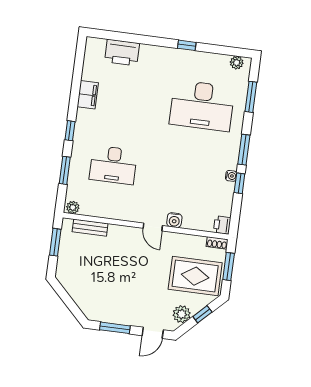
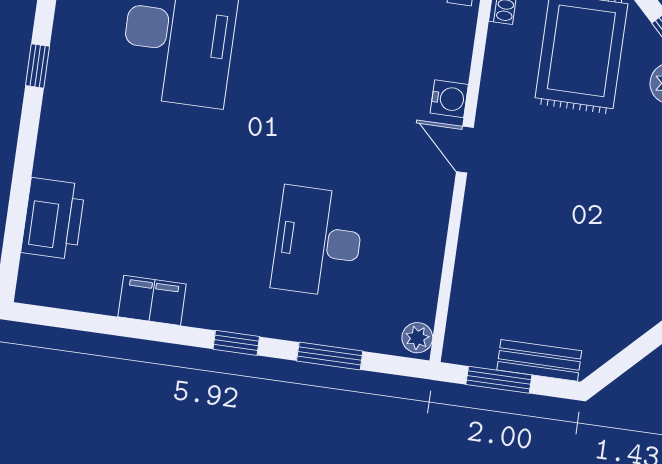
desk: (113, 165) -> (318, 242), turned 180
door: (153, 227) -> (465, 150), swing flipped
bench: (90, 228) -> (539, 360), moved, turned 90

